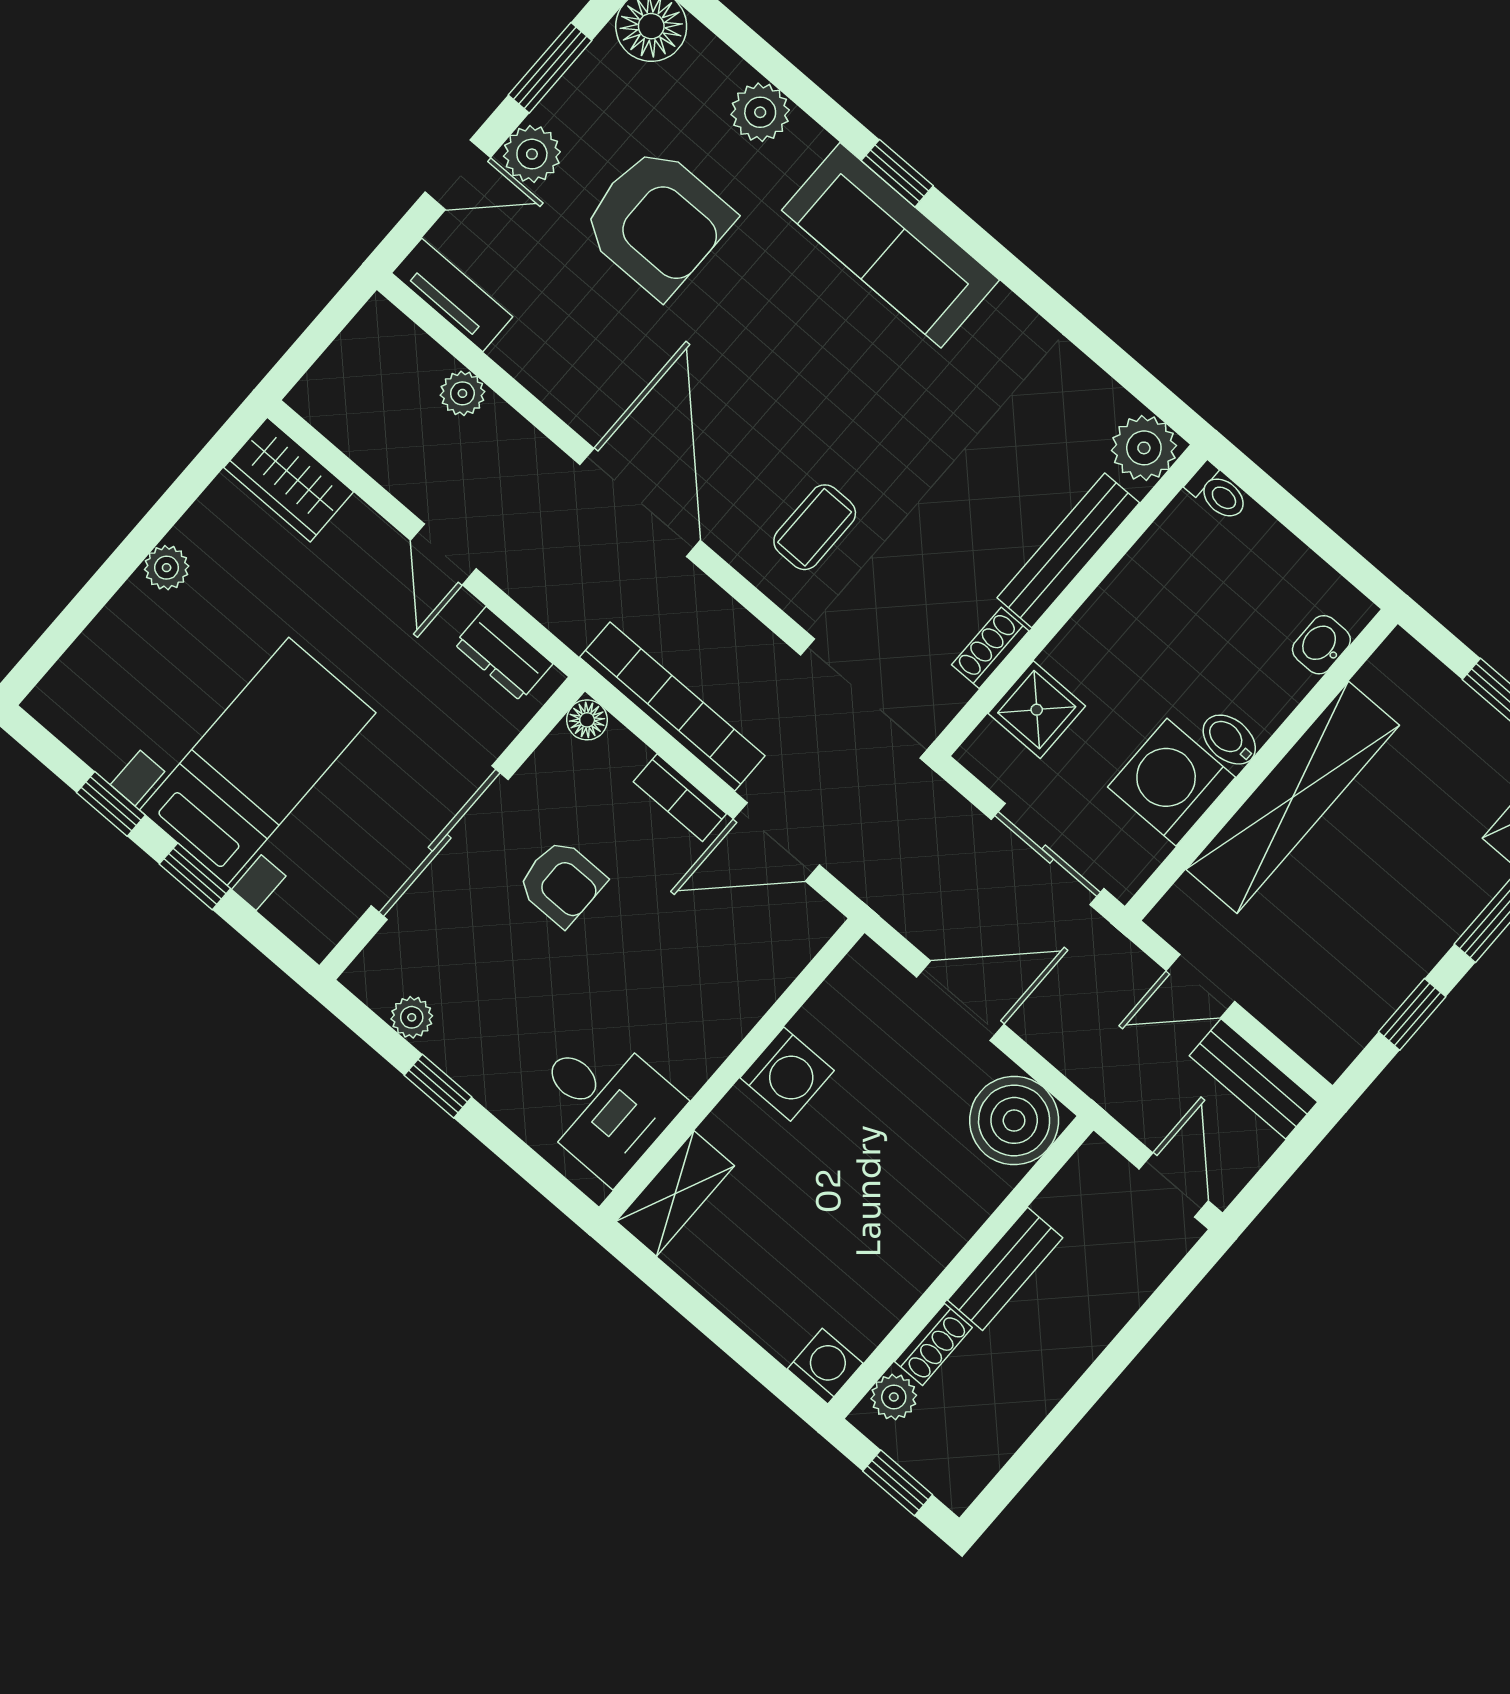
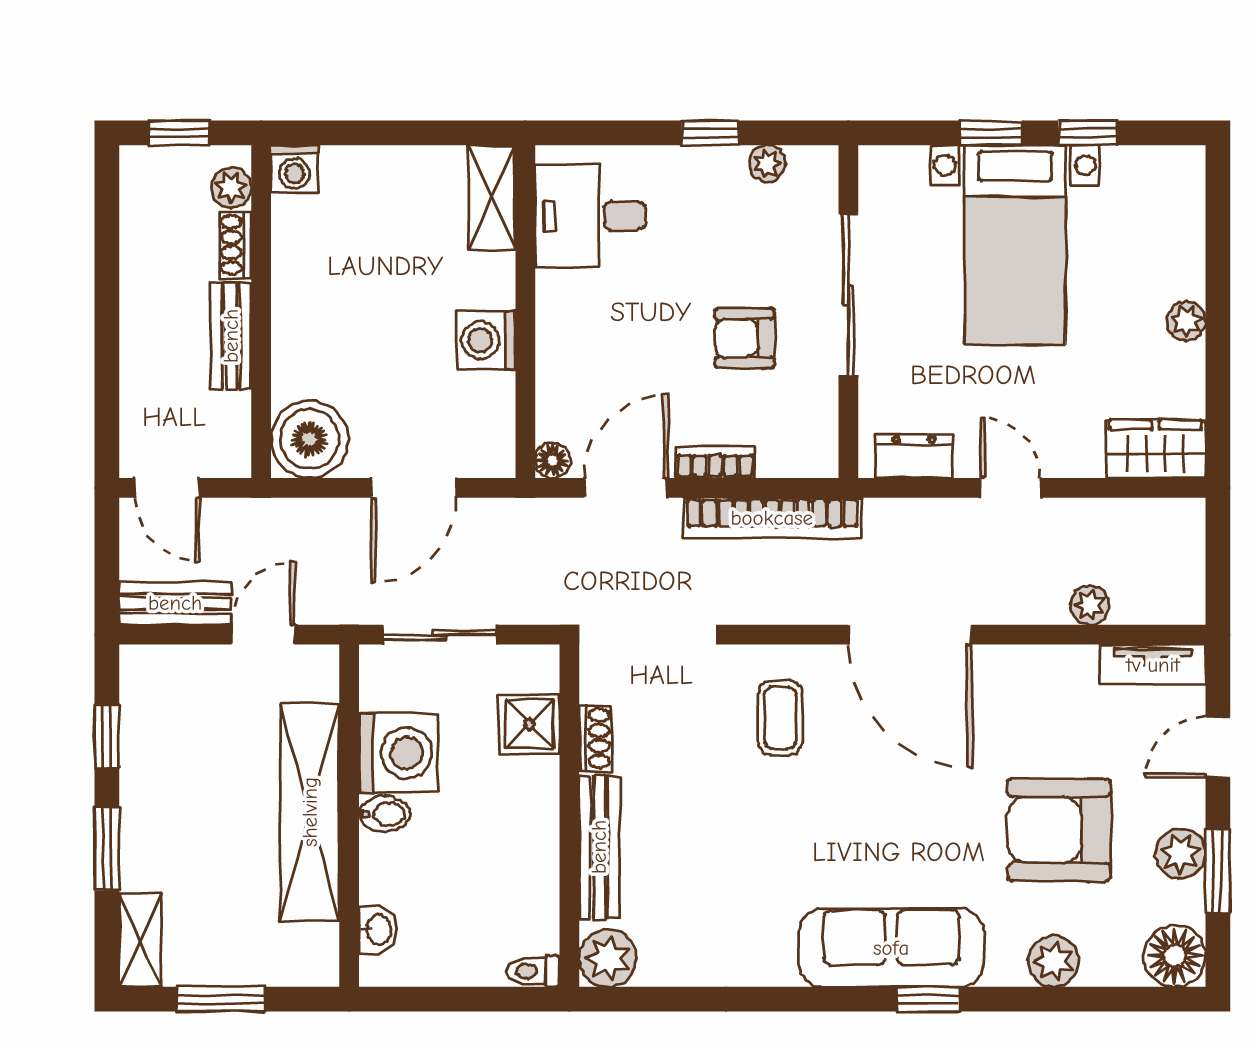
plant: (532, 154) -> (1181, 854), moved
floor lamp: (587, 720) -> (553, 460), moved

